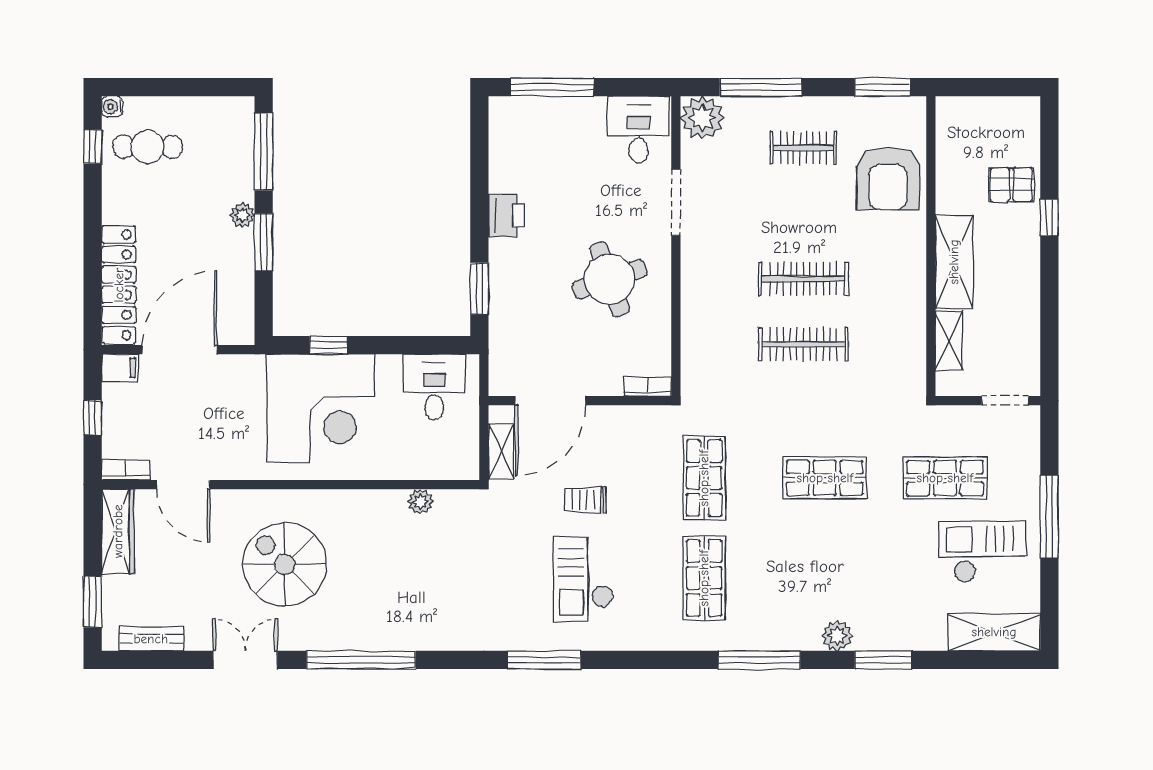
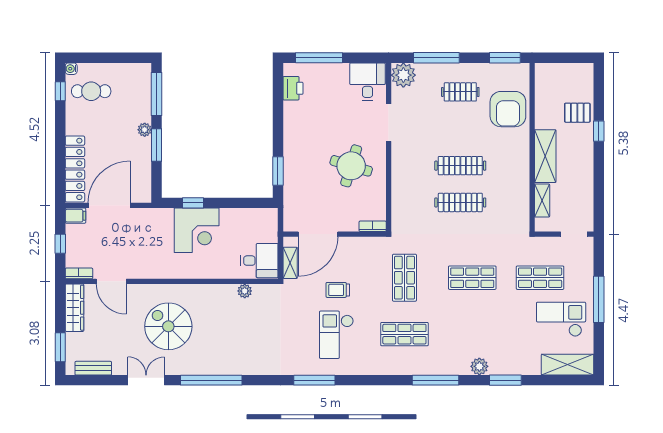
printer: (506, 216) -> (293, 88), moved
round table: (609, 279) -> (351, 166), turned 36
desk: (434, 387) -> (259, 261), moved, turned 90
corner desk: (321, 408) -> (197, 230), width x0.74, depth x0.74
shop shelf: (704, 578) -> (404, 334), turned 90

